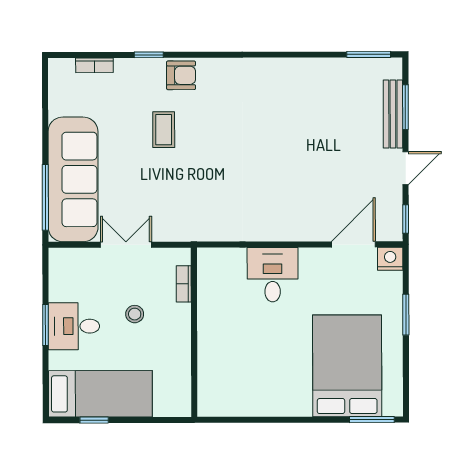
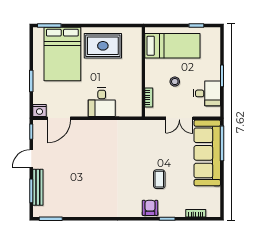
armchair: (181, 75) -> (150, 208), turned 90
desk: (74, 326) -> (207, 93), moved
rug: (271, 381) -> (103, 46), added
bed: (100, 394) -> (172, 46), moved, turned 180

